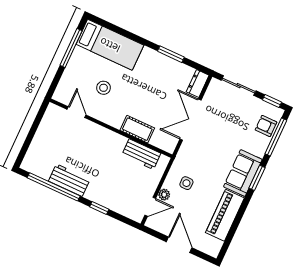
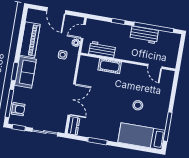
door: (76, 112) -> (155, 66), moved
wall: (111, 128) -> (128, 62), moved
cot: (137, 129) -> (110, 66), moved
workbench: (141, 154) -> (102, 50), moved

